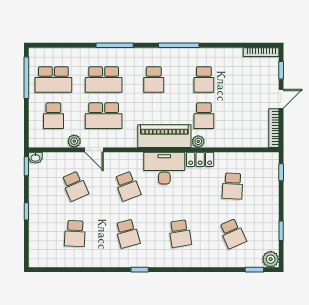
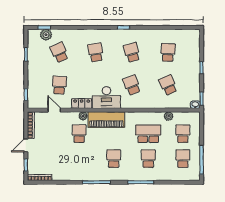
school desk: (53, 79) -> (183, 159), width x0.54
school desk: (104, 79) -> (148, 159), width x0.54
school desk: (204, 79) -> (79, 159), removed
door: (94, 150) -> (54, 110), moved
plant: (271, 259) -> (46, 35), moved

